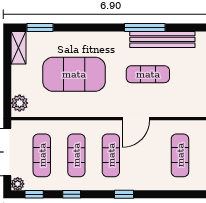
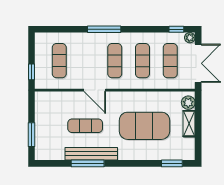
bench: (162, 39) -> (91, 154), moved
shelving: (18, 48) -> (189, 124), moved
door: (136, 119) -> (95, 90), swing flipped
window: (72, 194) -> (146, 29), removed
window: (124, 194) -> (104, 29), width x2.17

